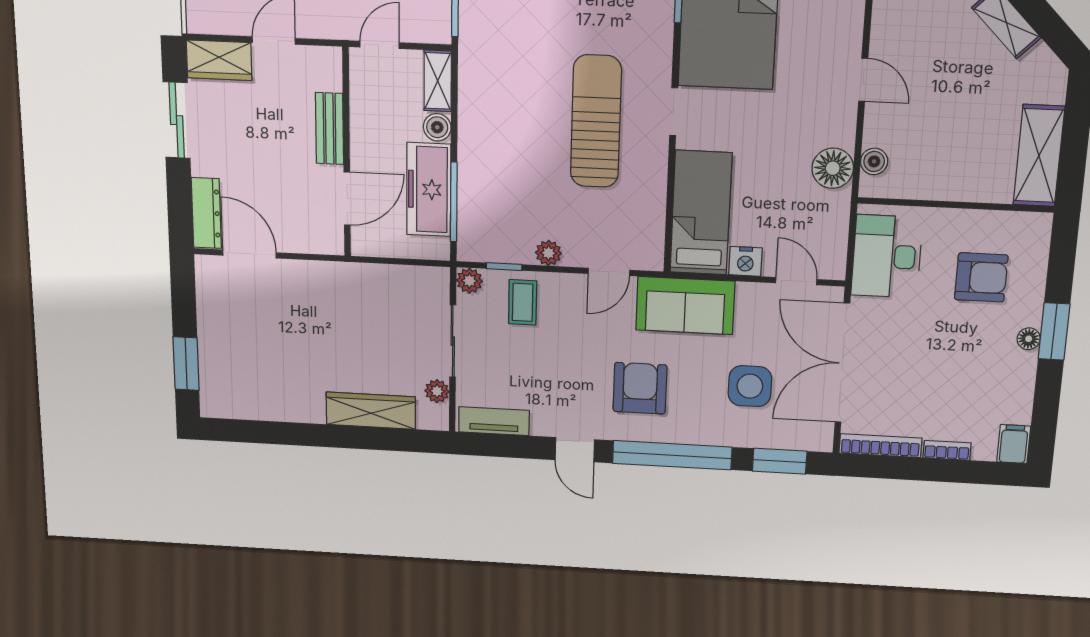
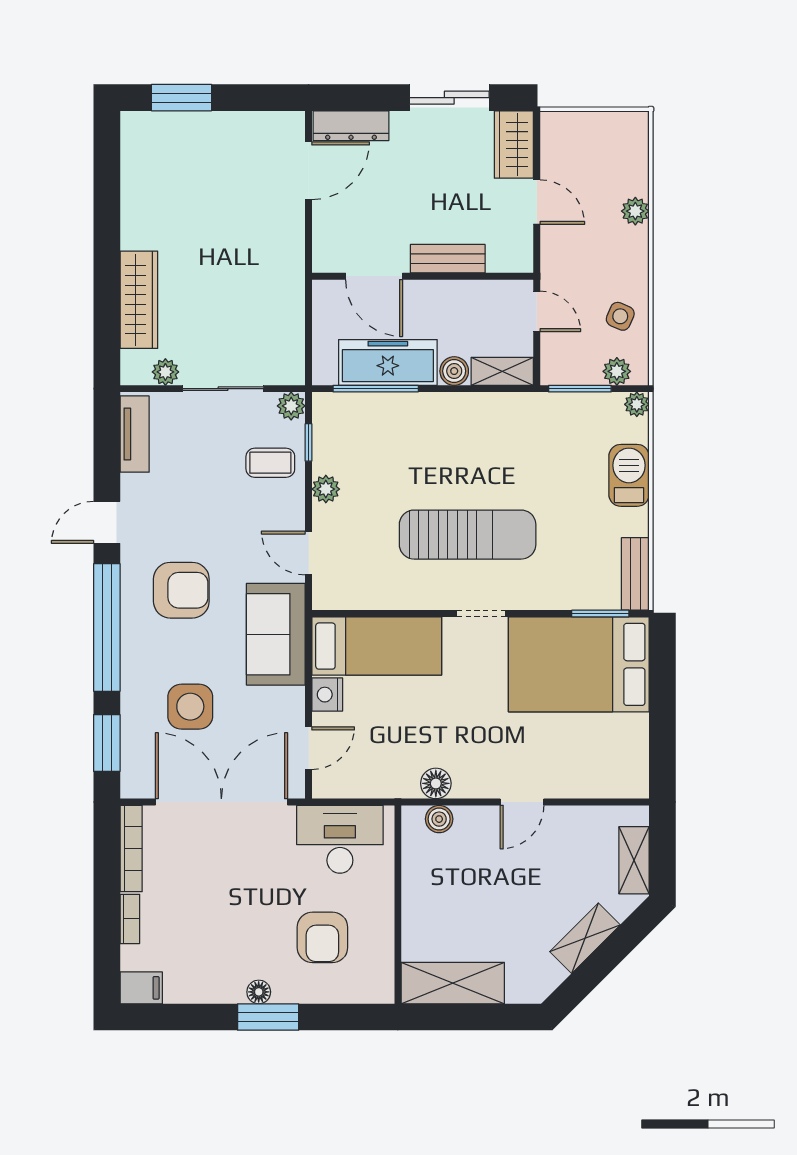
floor lamp: (833, 168) -> (436, 783), width x0.73, depth x0.73

